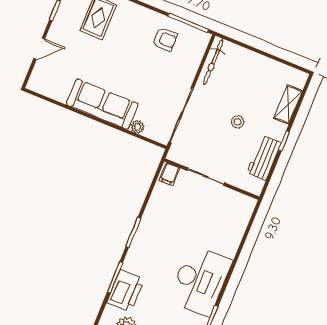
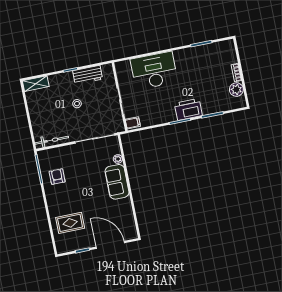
door: (39, 49) -> (110, 245), width x1.88
sofa: (102, 104) -> (117, 182), width x0.73
shelving: (288, 105) -> (36, 84), moved
desk: (200, 280) -> (154, 71), moved
printer: (125, 291) -> (188, 109), moved

